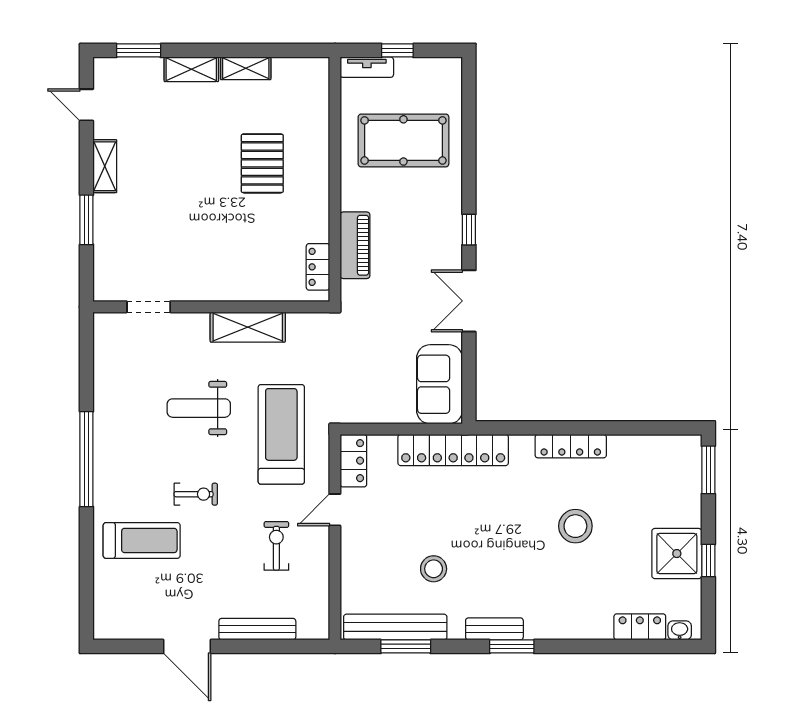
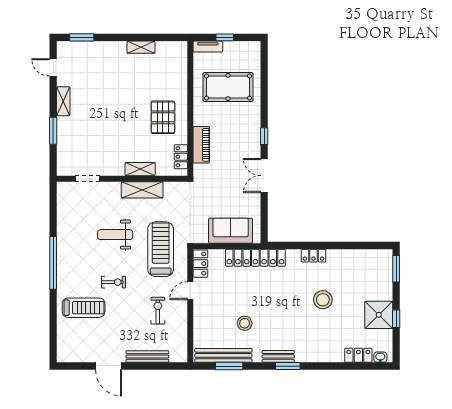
shelving: (191, 69) -> (140, 169), moved
pallet: (262, 163) -> (163, 117), moved
sofa: (440, 384) -> (231, 231), moved, turned 90
locker: (571, 446) -> (313, 256), width x0.66

